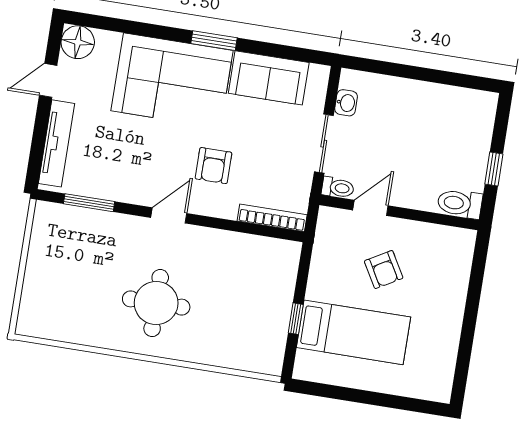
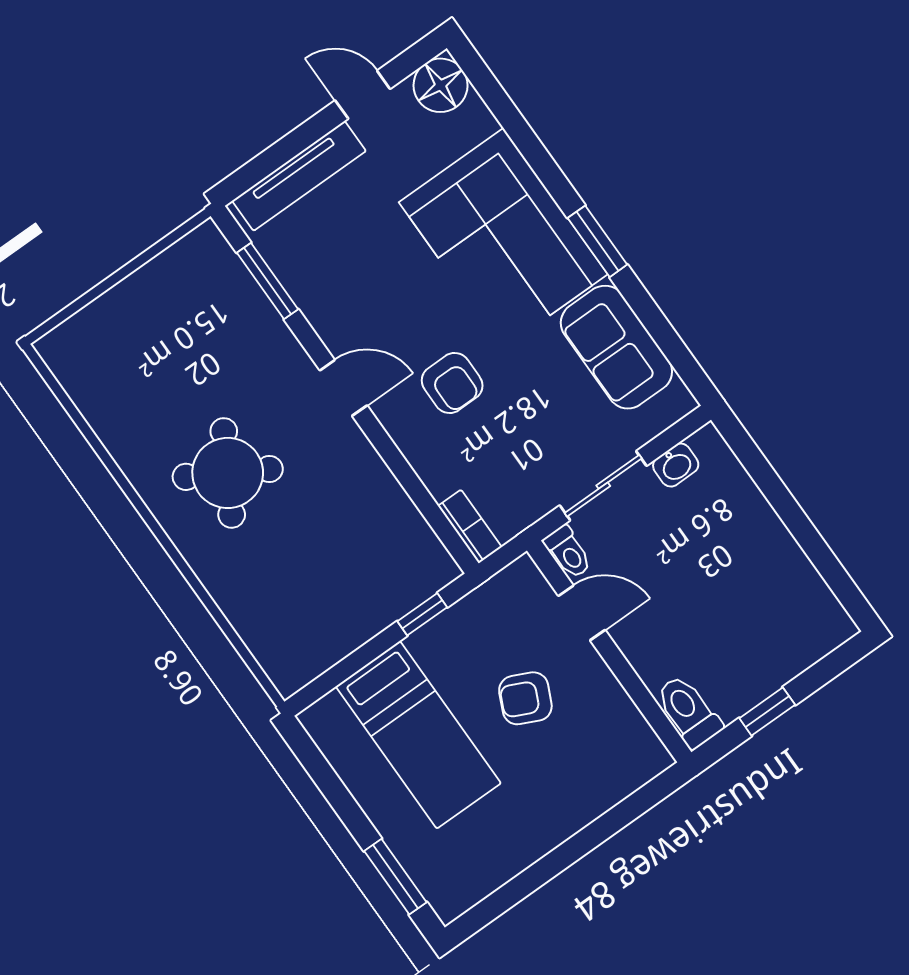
armchair: (214, 166) -> (452, 383), turned -90
bookcase: (272, 218) -> (470, 527), width x0.64
armchair: (384, 270) -> (525, 698), turned 55
round table: (156, 303) -> (228, 473), turned 30
window: (296, 319) -> (422, 614), moved
window: (406, 404) -> (395, 877), added

